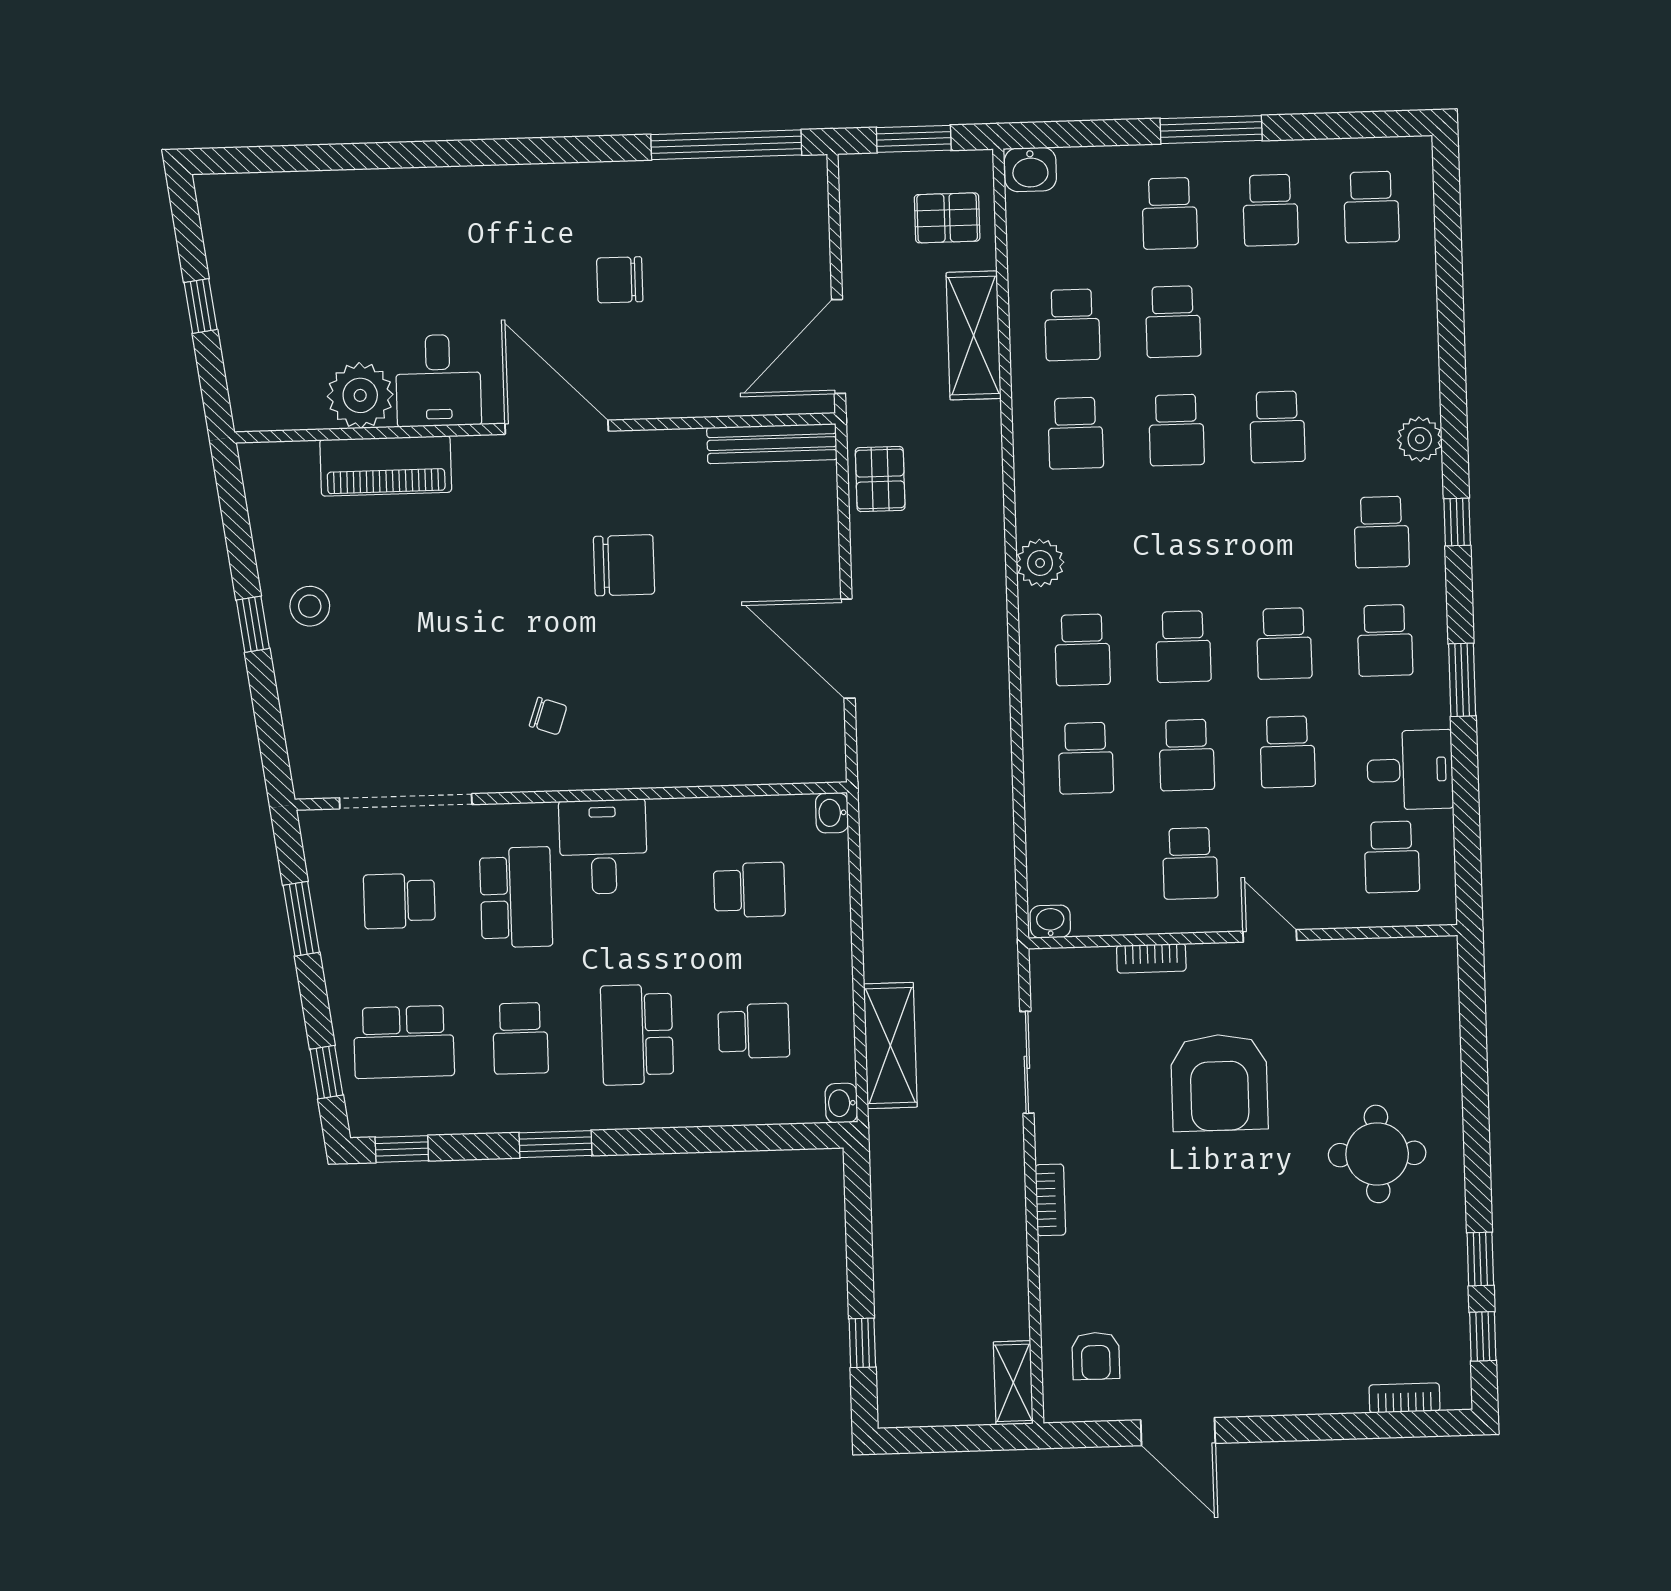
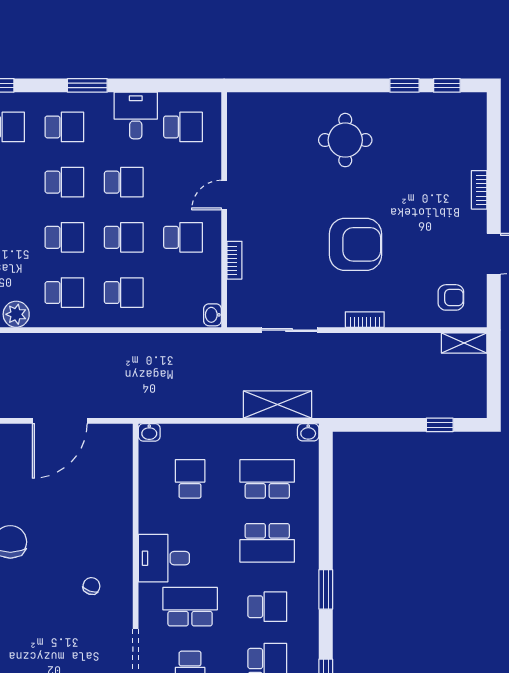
school desk: (754, 1031) -> (267, 479), width x1.85
armchair: (1219, 1083) -> (355, 244), moved
bookcase: (1404, 1398) -> (479, 190), moved

